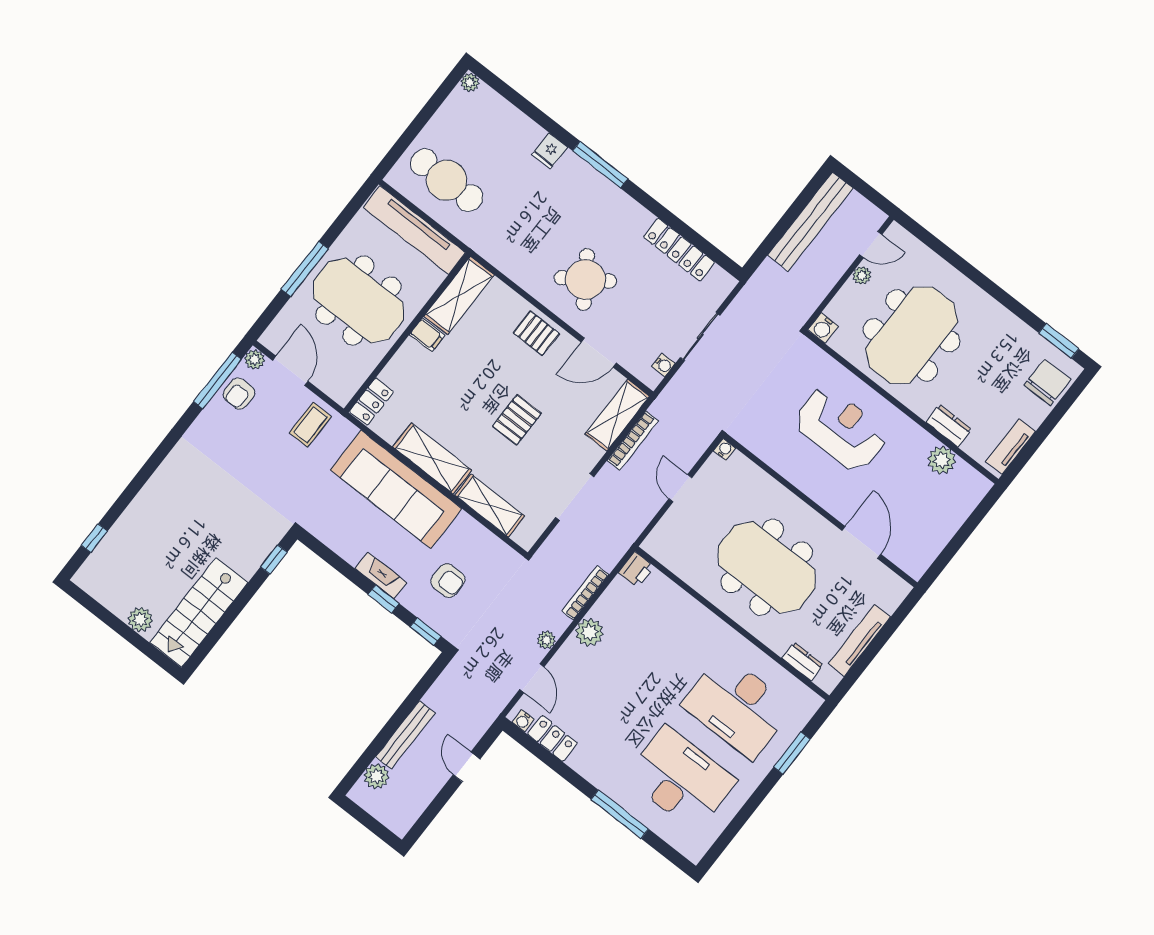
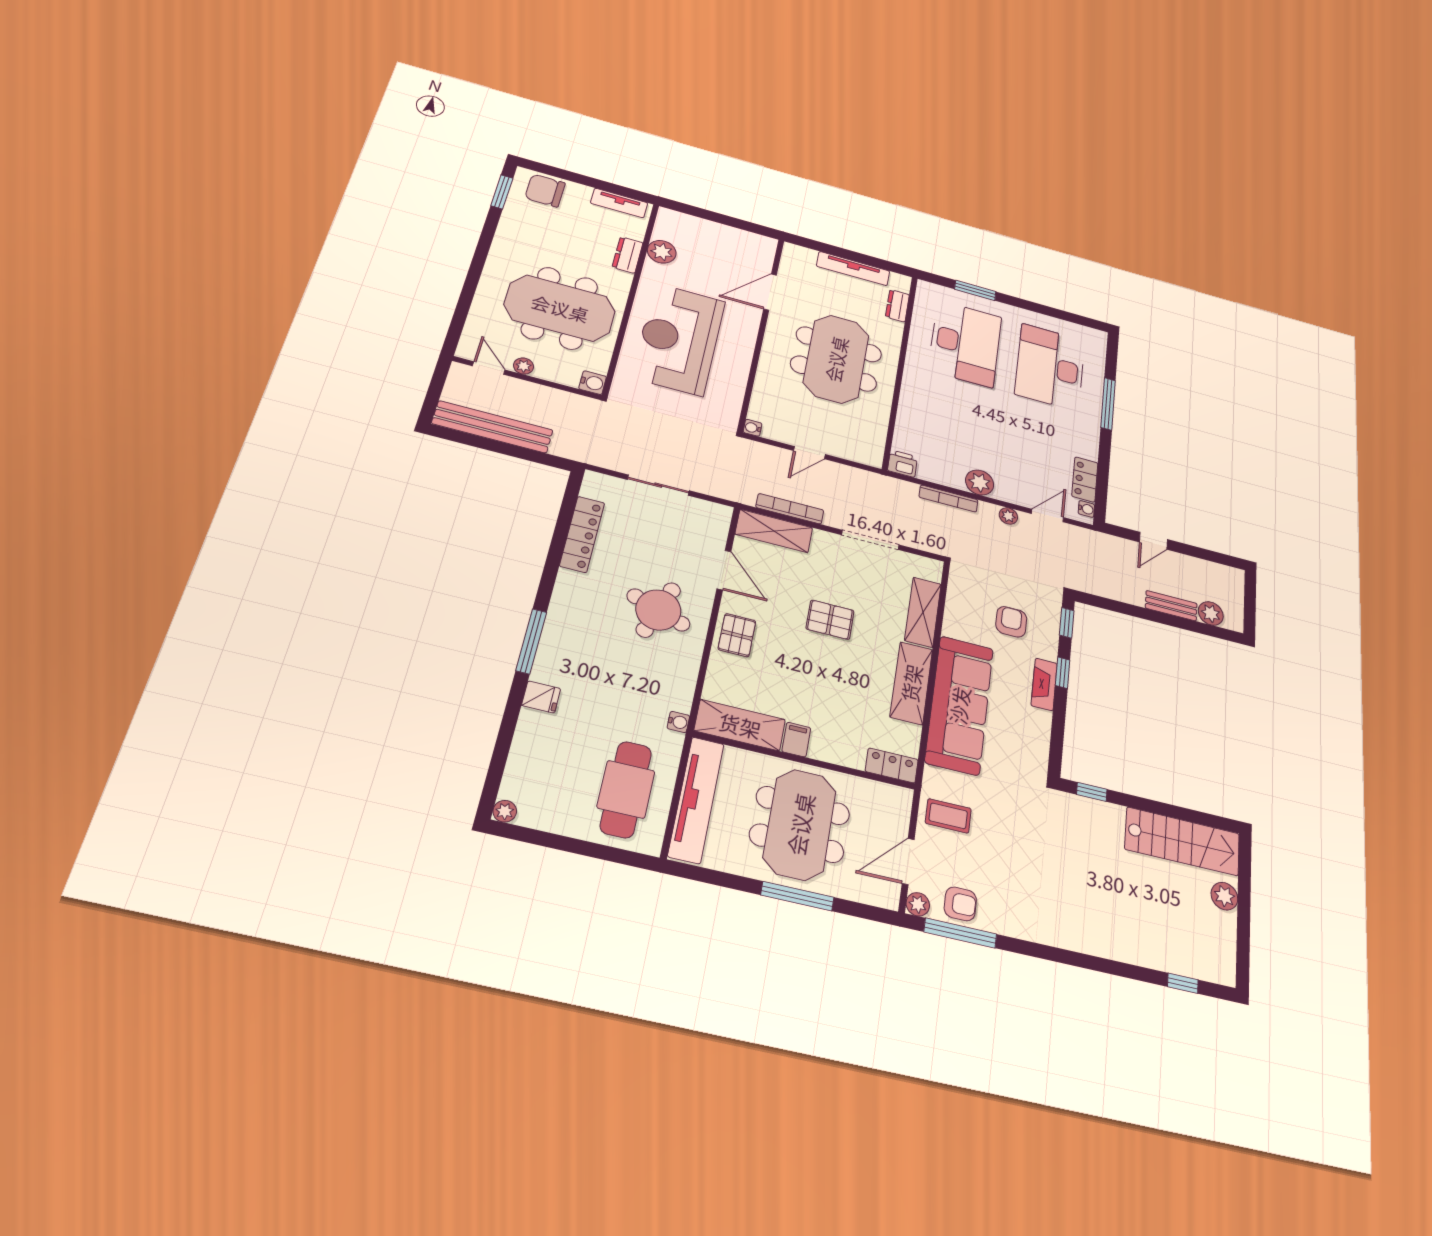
round table: (585, 279) -> (658, 610), turned -37
water cooler: (663, 365) -> (678, 722), moved, turned 90
reception desk: (841, 429) -> (679, 339), width x1.36, depth x1.30
bench: (405, 735) -> (1171, 606), width x0.73

